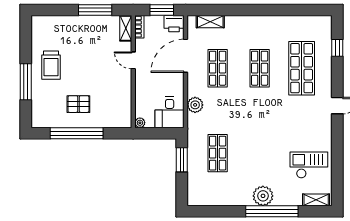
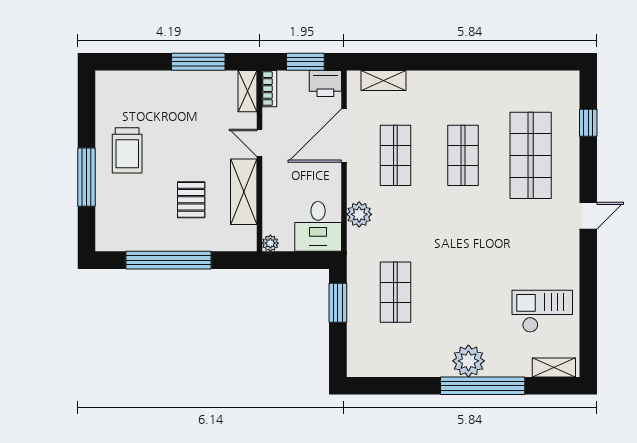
shelving: (123, 91) -> (244, 192), added
pallet: (78, 104) -> (191, 200), moved, turned 90

